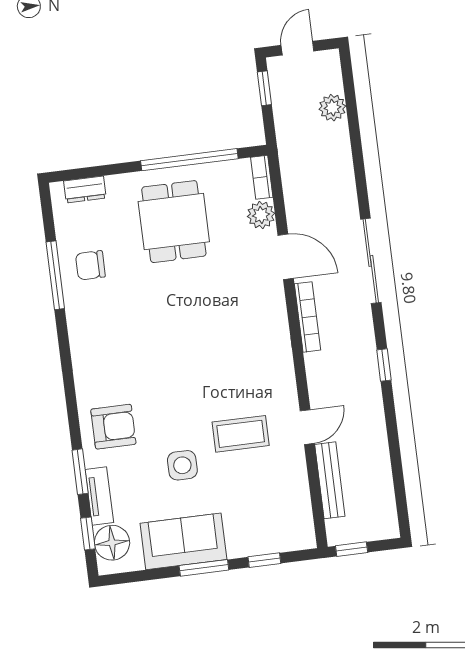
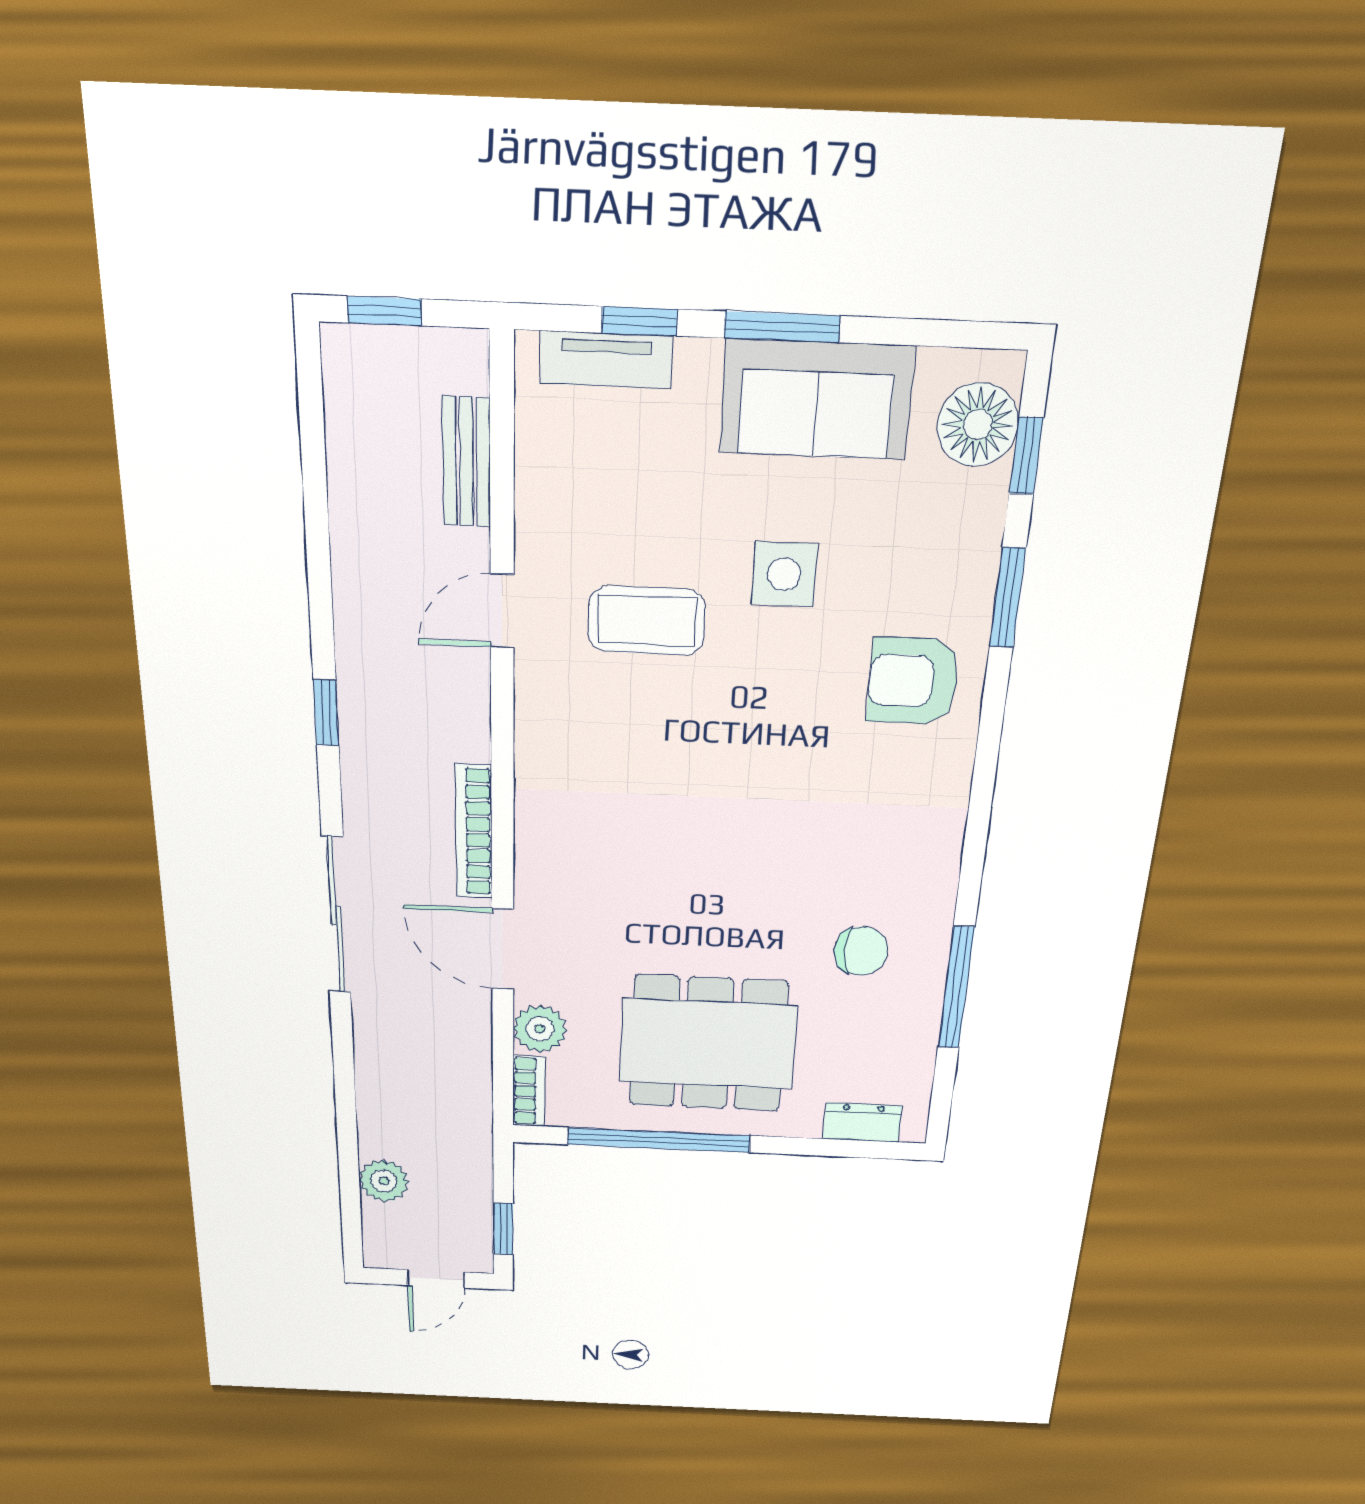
dining table: (174, 222) -> (708, 1044), width x1.37
chair: (90, 265) -> (861, 951), moved
bench: (330, 480) -> (466, 462), width x0.73
tv unit: (99, 496) -> (606, 360), moved, turned -90
window: (352, 549) -> (384, 311), moved

